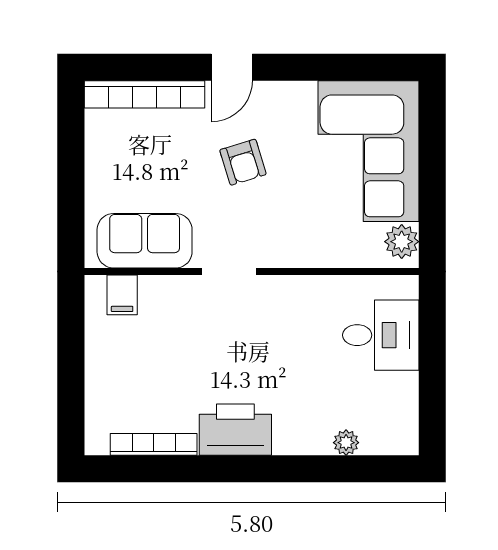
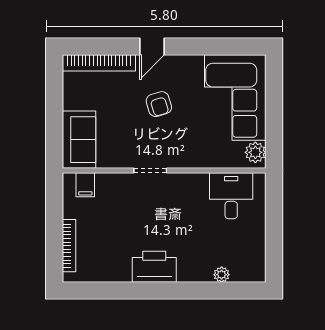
sofa: (145, 241) -> (79, 140), moved, turned 90
desk: (381, 335) -> (231, 196), moved, turned -90
bookcase: (154, 444) -> (69, 246), moved, turned 90

